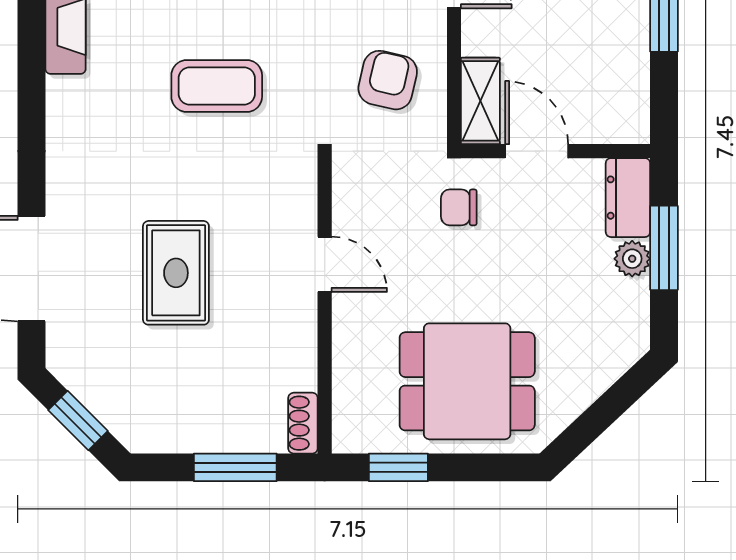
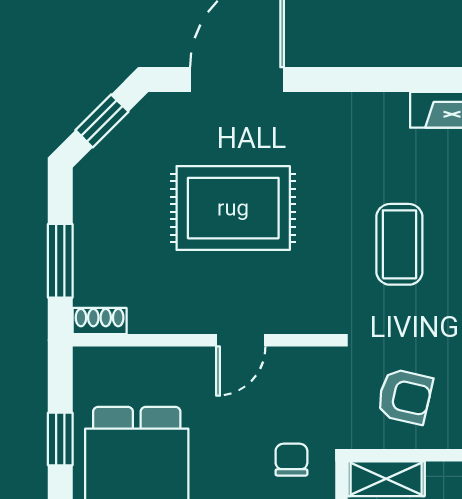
rug: (176, 273) -> (233, 208), width x1.36, depth x1.43
window: (398, 467) -> (60, 439), moved

